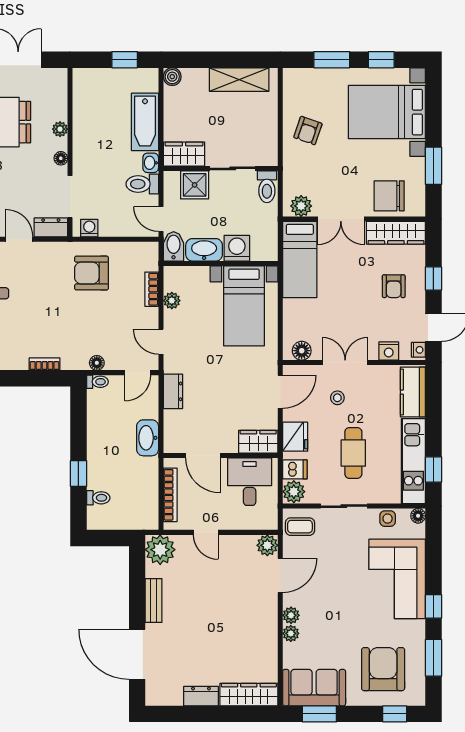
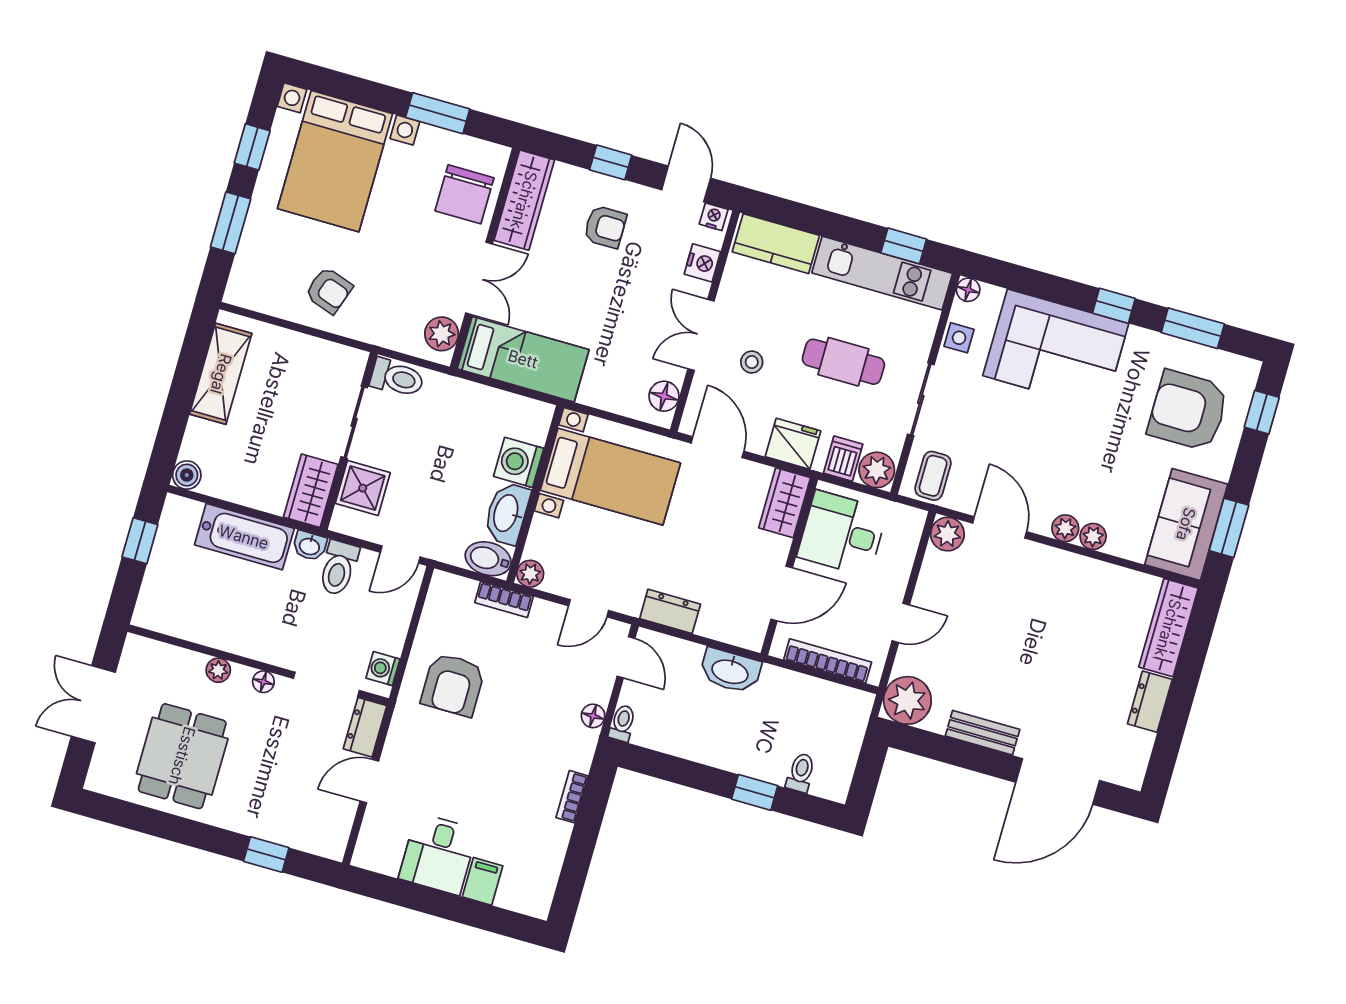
bidet: (174, 246) -> (488, 559), moved
washing machine: (237, 248) -> (519, 462), moved
washbasin: (204, 250) -> (507, 513), moved
wall: (221, 263) -> (535, 494), moved
bed with nightstands: (244, 306) -> (610, 477), moved

